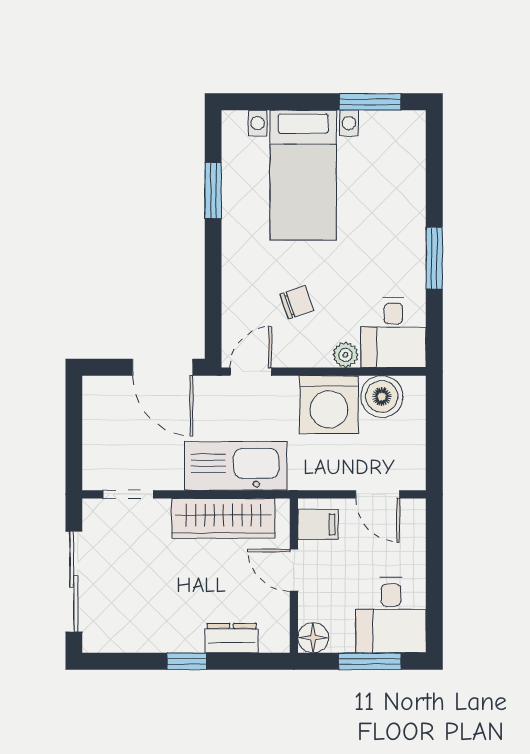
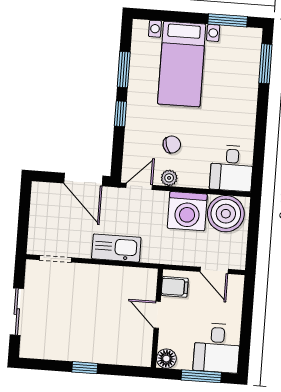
window: (434, 258) -> (265, 64), moved
window: (213, 260) -> (120, 114), added
plant: (345, 355) -> (169, 178), moved
boiler: (382, 397) -> (226, 214), width x1.37, depth x1.37
kitchen sink: (236, 466) -> (116, 248), width x0.73, depth x0.81
wardrobe: (223, 518) -> (115, 278), removed
sliding door: (74, 581) -> (17, 312), width x0.73
dresser: (232, 638) -> (115, 355), removed

